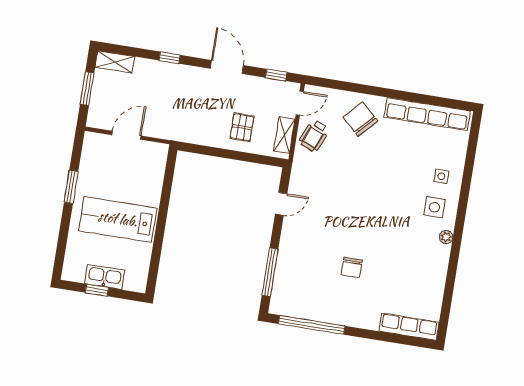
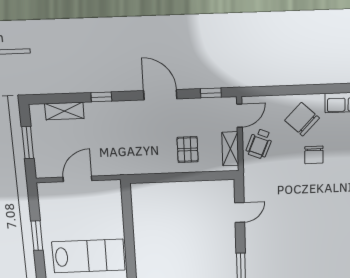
shelving: (115, 62) -> (64, 111), moved
lab bench: (118, 219) -> (89, 256), turned 180
chair: (352, 267) -> (314, 155), moved

